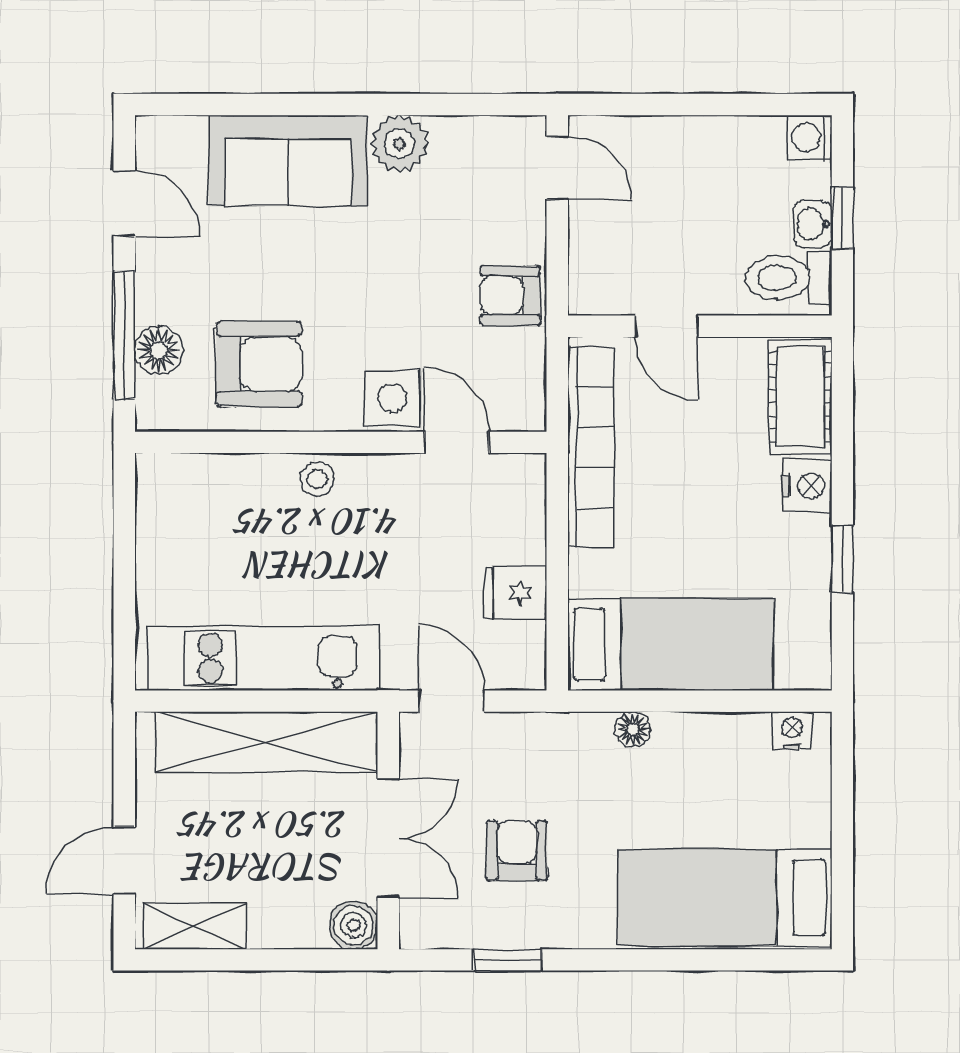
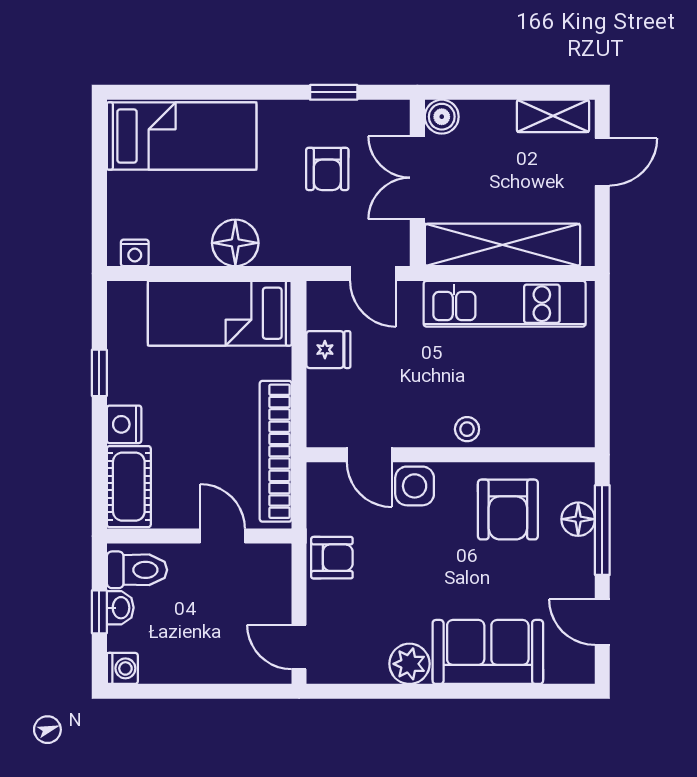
armchair: (259, 364) -> (508, 510), turned -90
floor lamp: (633, 729) -> (235, 243), width x1.89, depth x1.89

